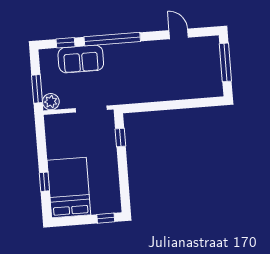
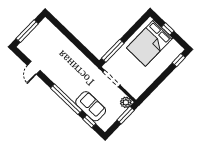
window: (120, 137) -> (113, 51), width x2.17
window: (44, 182) -> (179, 60), moved
bed: (69, 187) -> (150, 43), moved
window: (106, 218) -> (168, 29), moved

